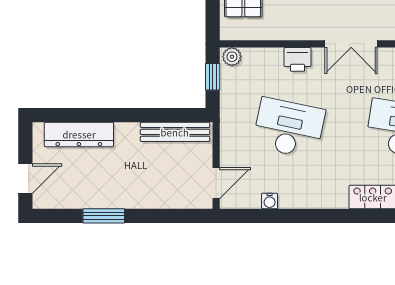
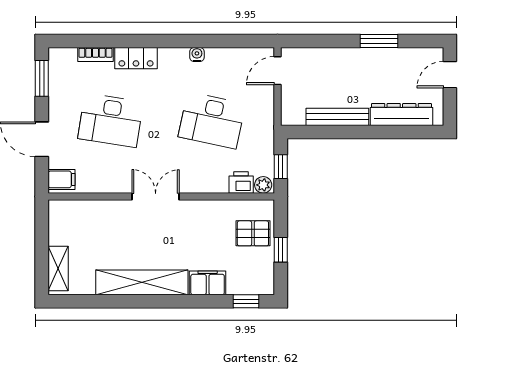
printer: (297, 59) -> (241, 182), moved
bench: (175, 132) -> (337, 117), moved
water cooler: (270, 201) -> (197, 55), moved

